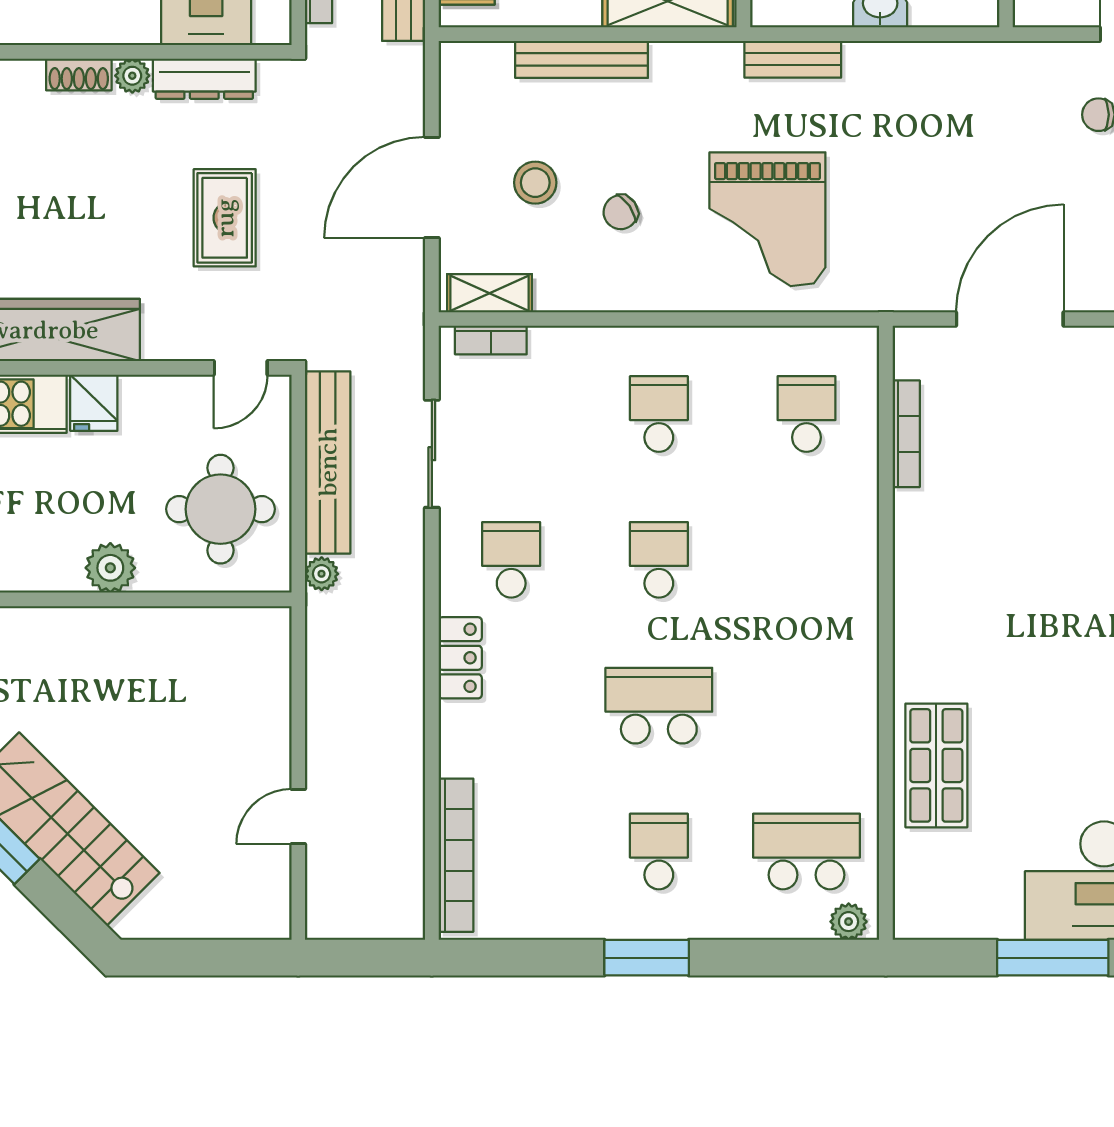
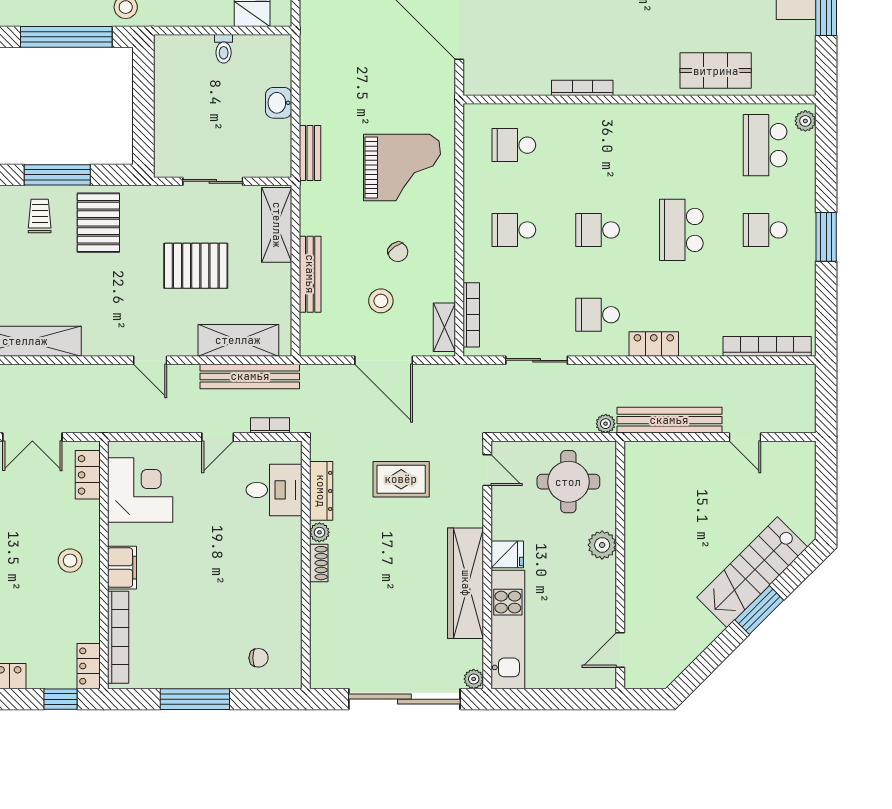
bookcase: (491, 340) -> (471, 315), width x1.56
bookcase: (906, 434) -> (582, 88), moved
bench: (328, 462) -> (669, 420), moved

